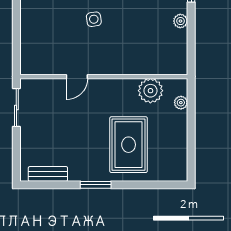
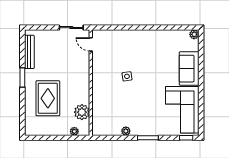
door: (77, 77) -> (91, 44), moved
rug: (129, 145) -> (48, 98), turned 90
bench: (48, 174) -> (29, 52), width x1.36

